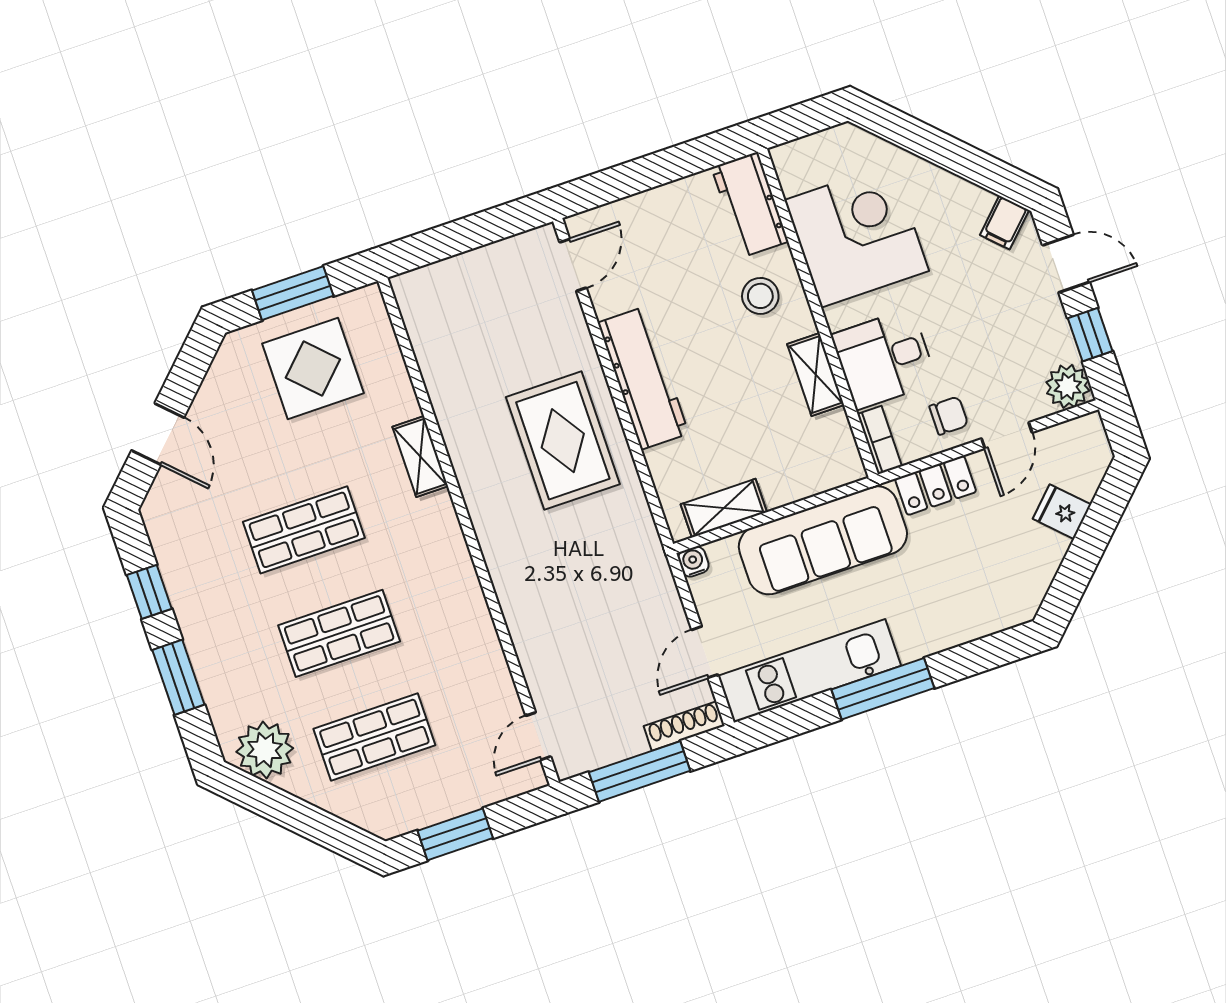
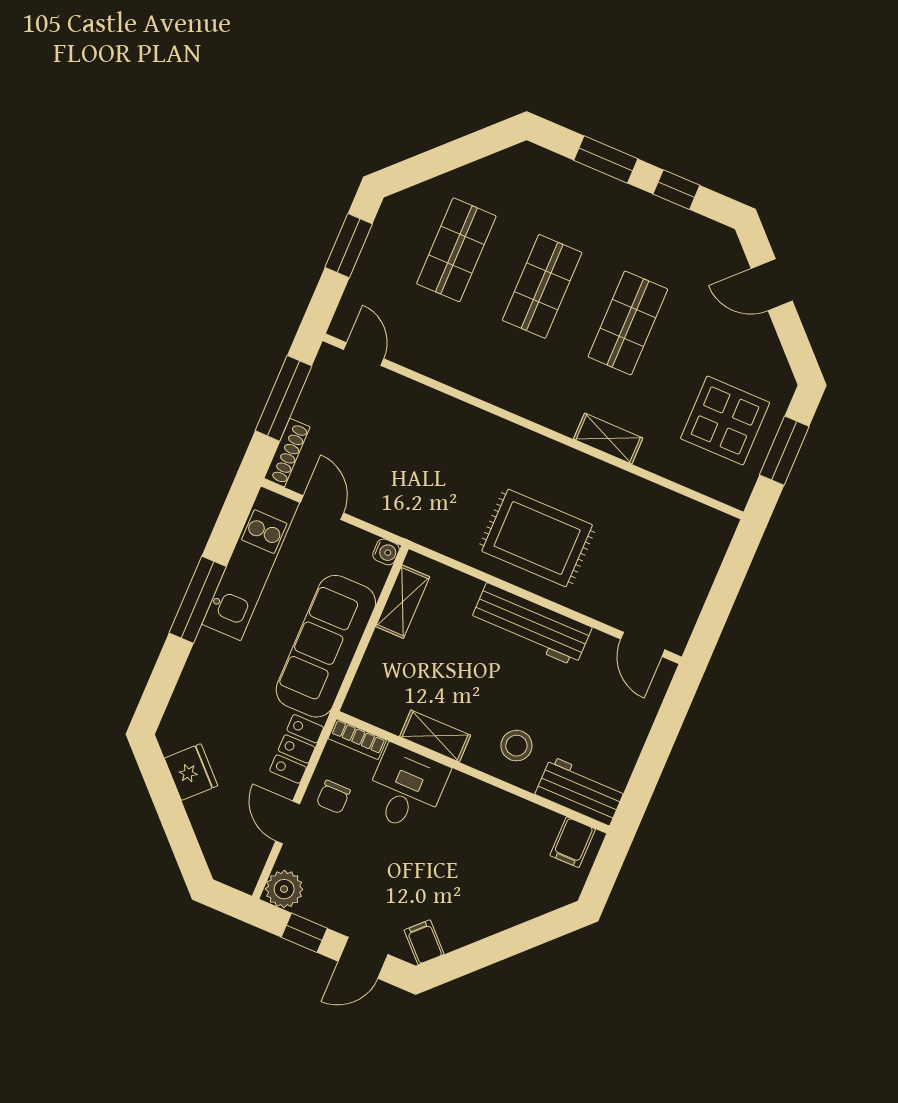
filing cabinet: (801, 171) -> (573, 842), added
corner desk: (857, 235) -> (500, 841), removed
fridge: (1062, 512) -> (191, 772), moved, width x1.38
plant: (265, 750) -> (511, 173), removed

